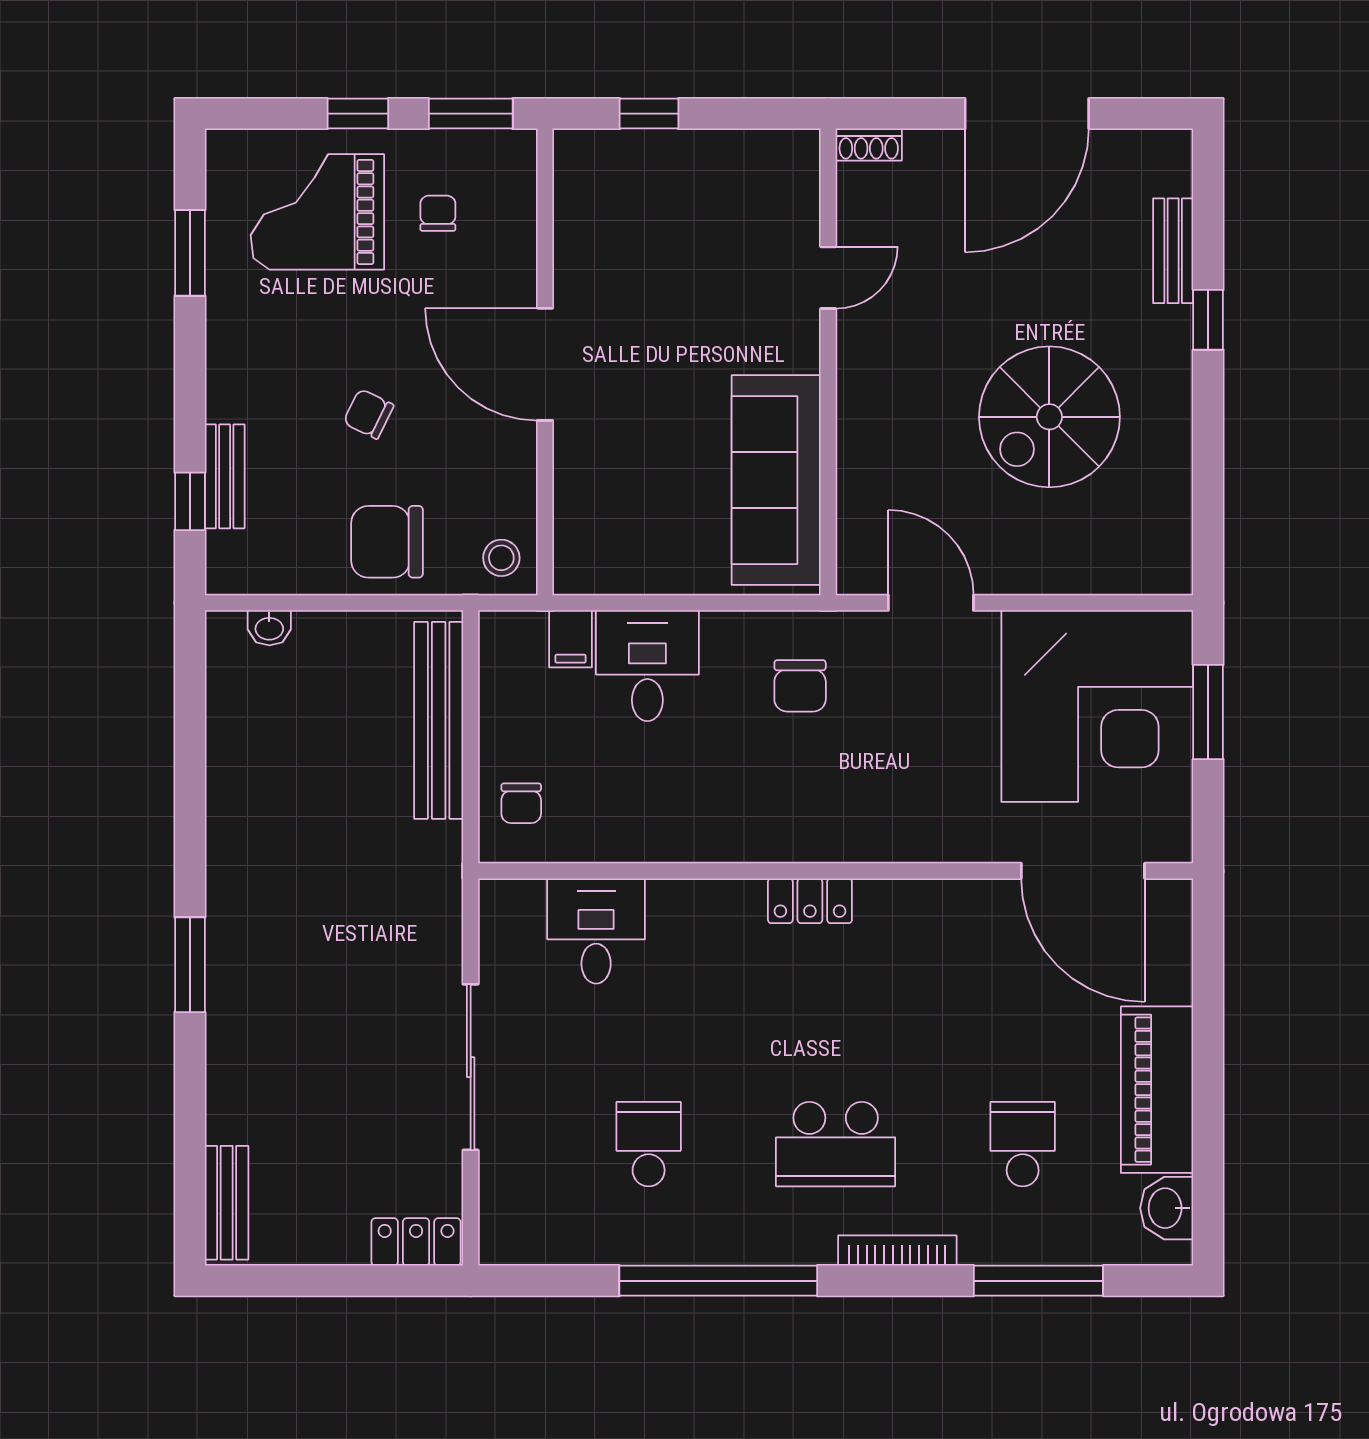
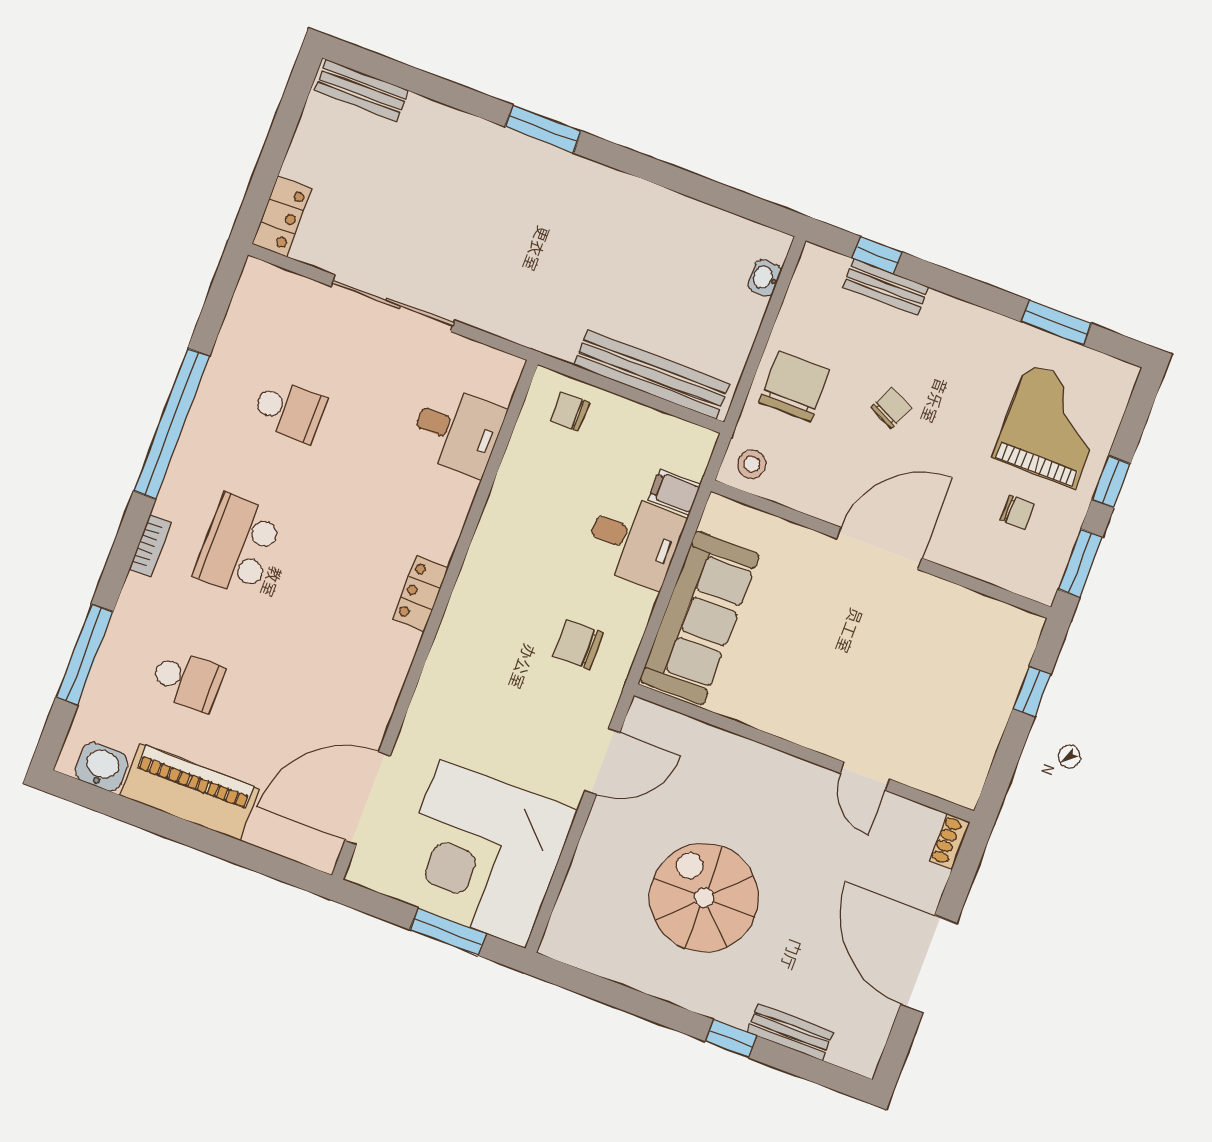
sofa: (776, 480) -> (700, 618), moved, turned 90
bookcase: (897, 1251) -> (150, 546), width x0.64

